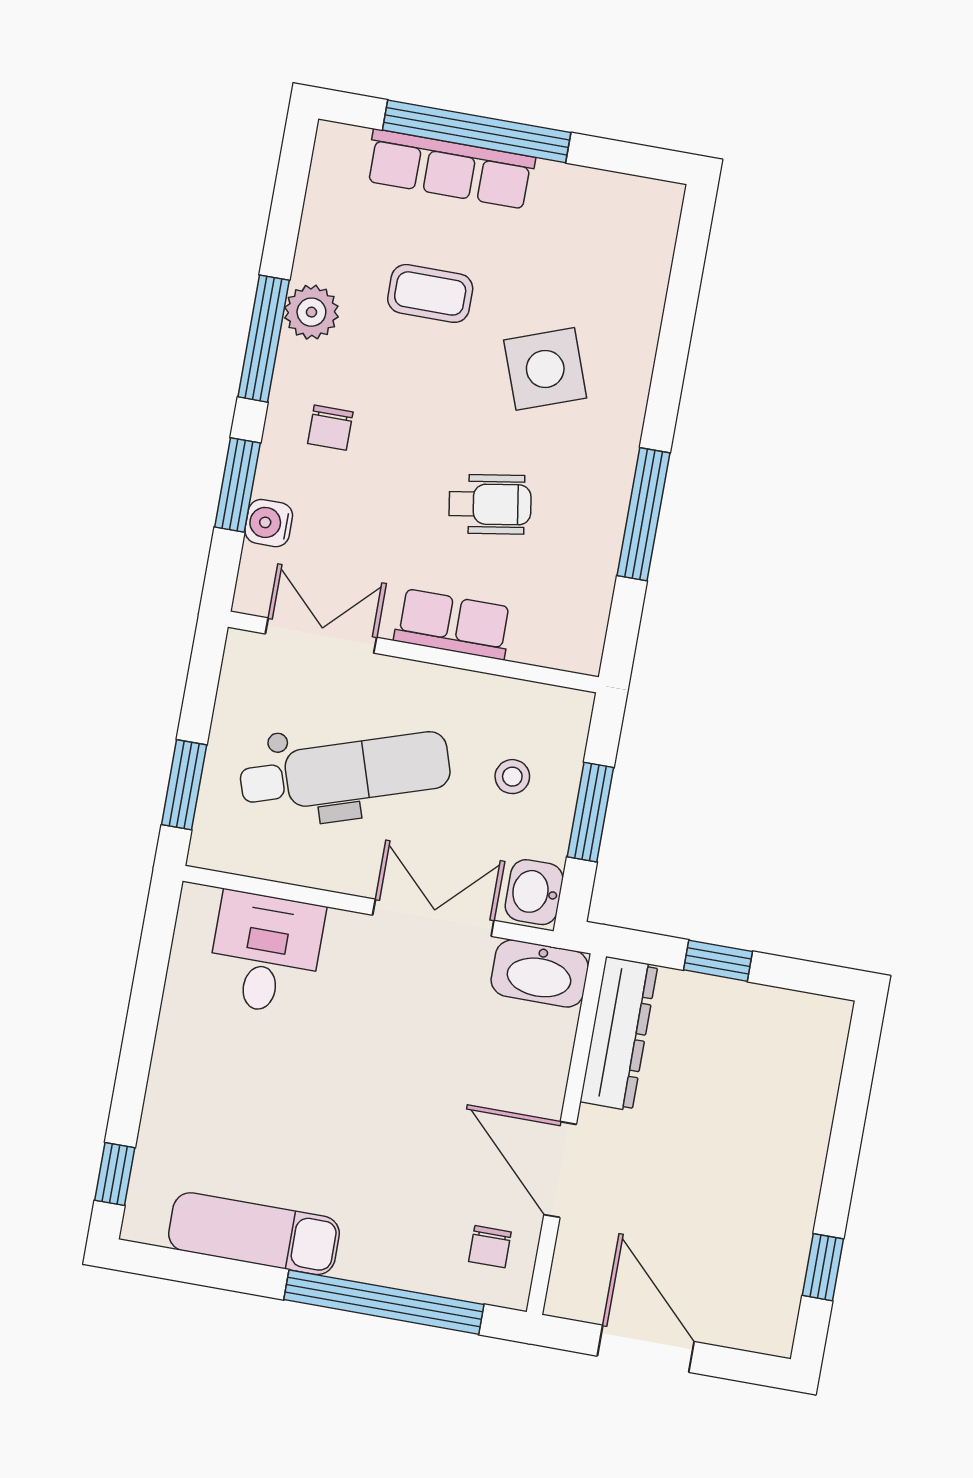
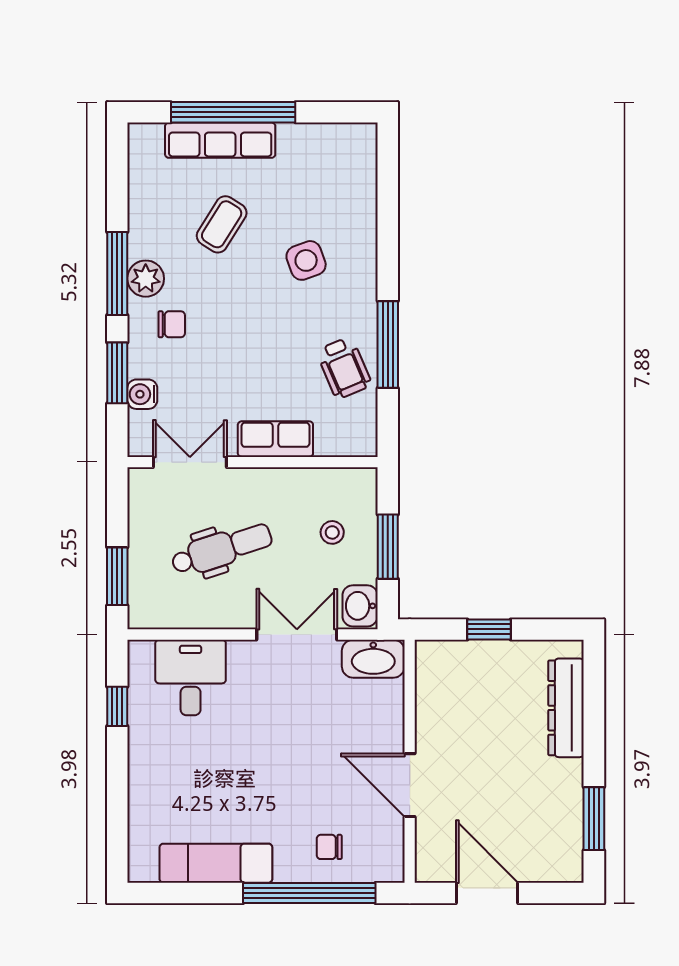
coffee table: (430, 293) -> (222, 224), turned -58
plant: (311, 312) -> (146, 279), moved
side table: (545, 369) -> (306, 260), width x0.73, depth x0.73
chair: (330, 428) -> (172, 324), turned -90
wheelchair: (490, 504) -> (344, 368), moved, turned 76
dental chair: (345, 772) -> (222, 549), width x0.73, depth x0.72
dresser: (619, 1034) -> (566, 708), moved, turned 180
window: (115, 1174) -> (117, 706), moved
chair: (490, 1247) -> (329, 847), moved, turned 90
window: (823, 1267) -> (594, 819), width x1.50

